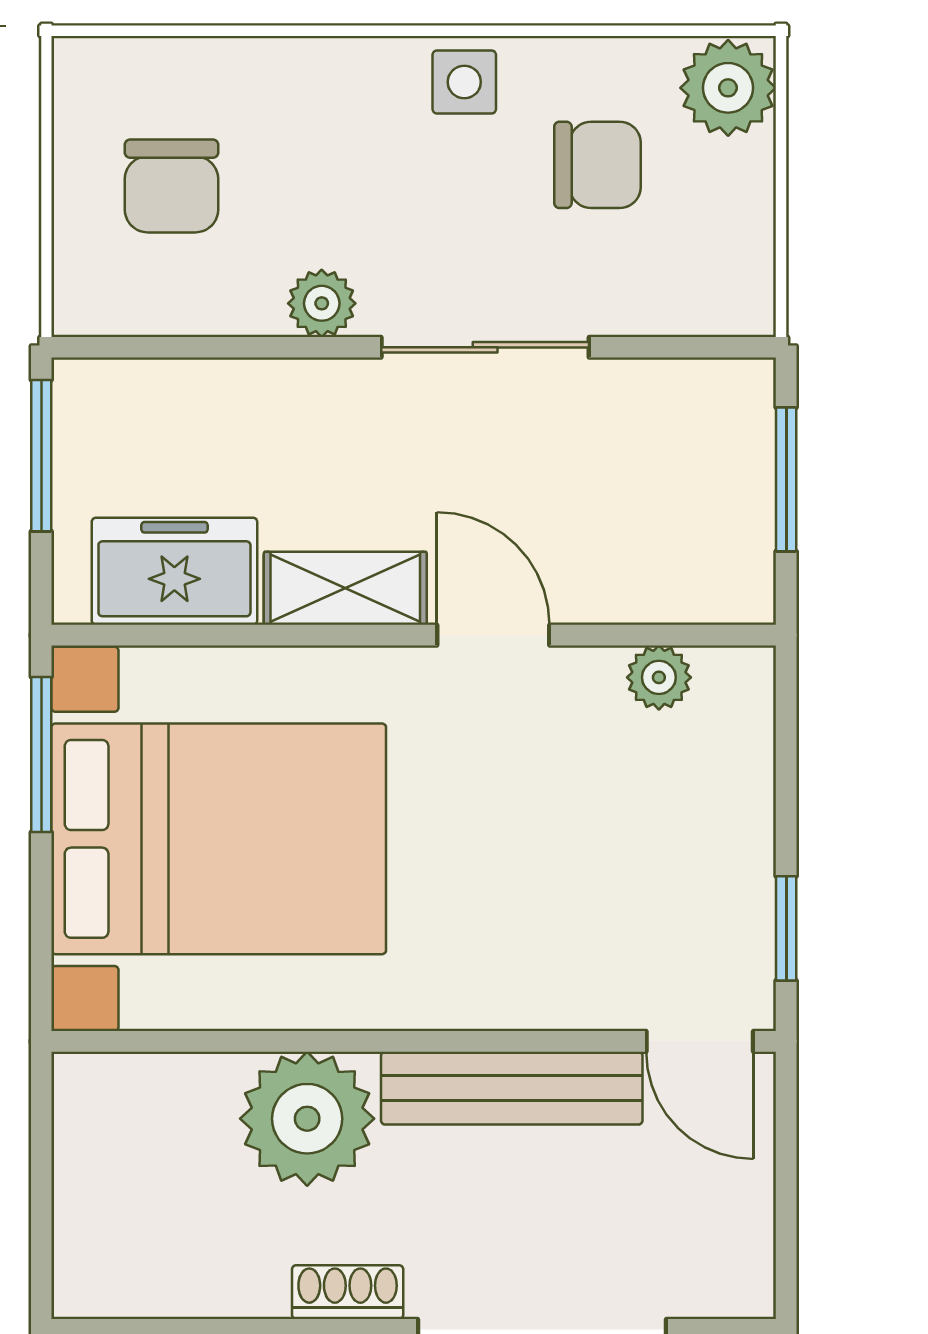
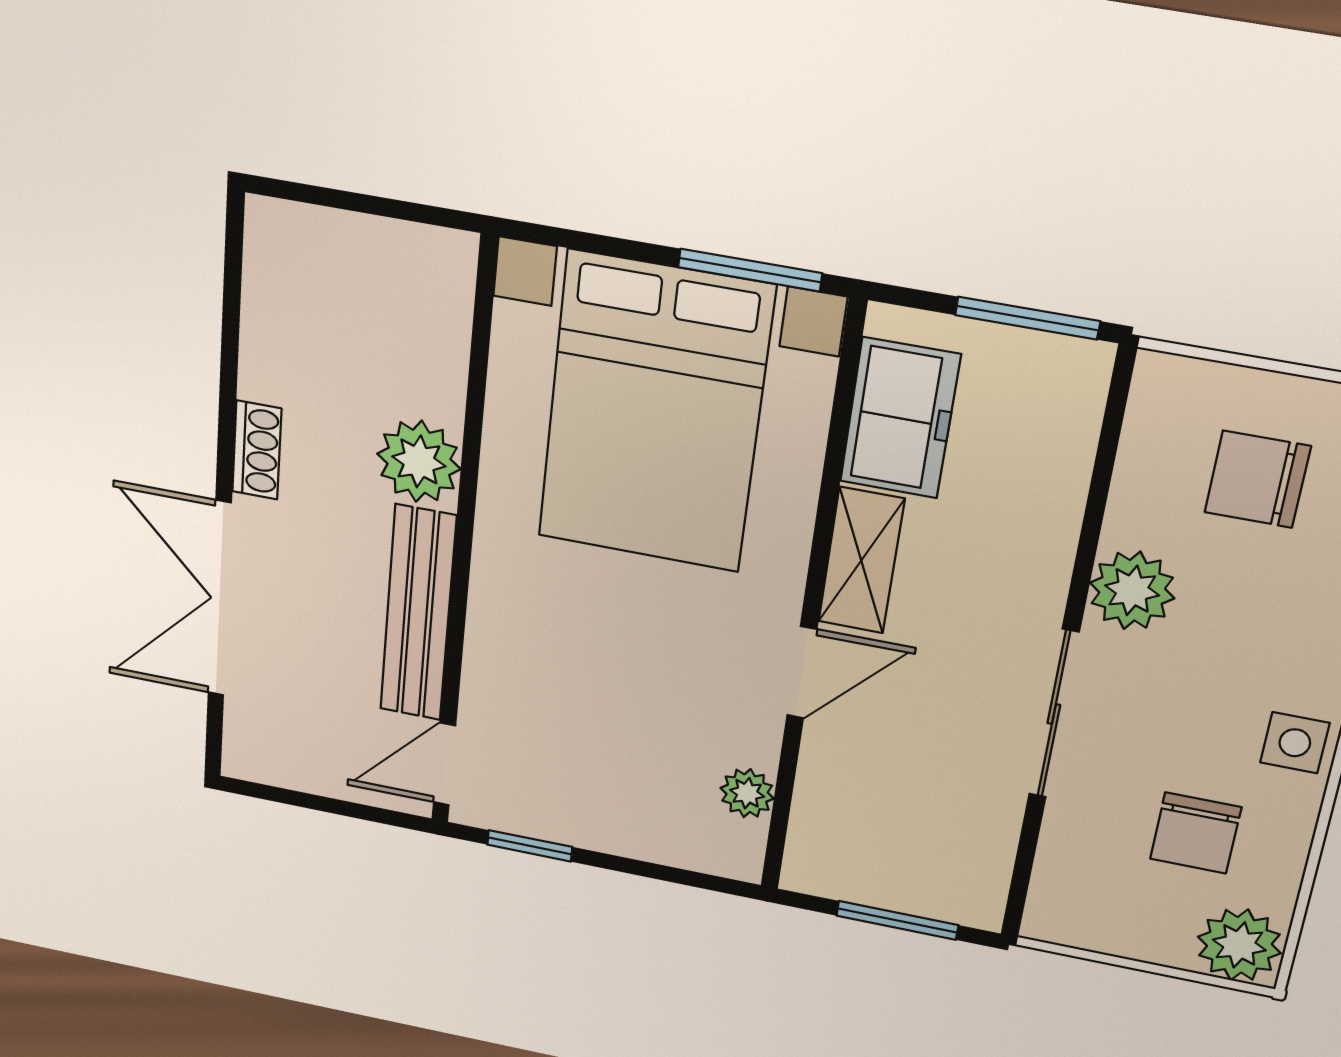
plant: (322, 303) -> (1132, 590), width x1.38, depth x1.38
plant: (307, 1119) -> (419, 461), width x0.73, depth x0.73

